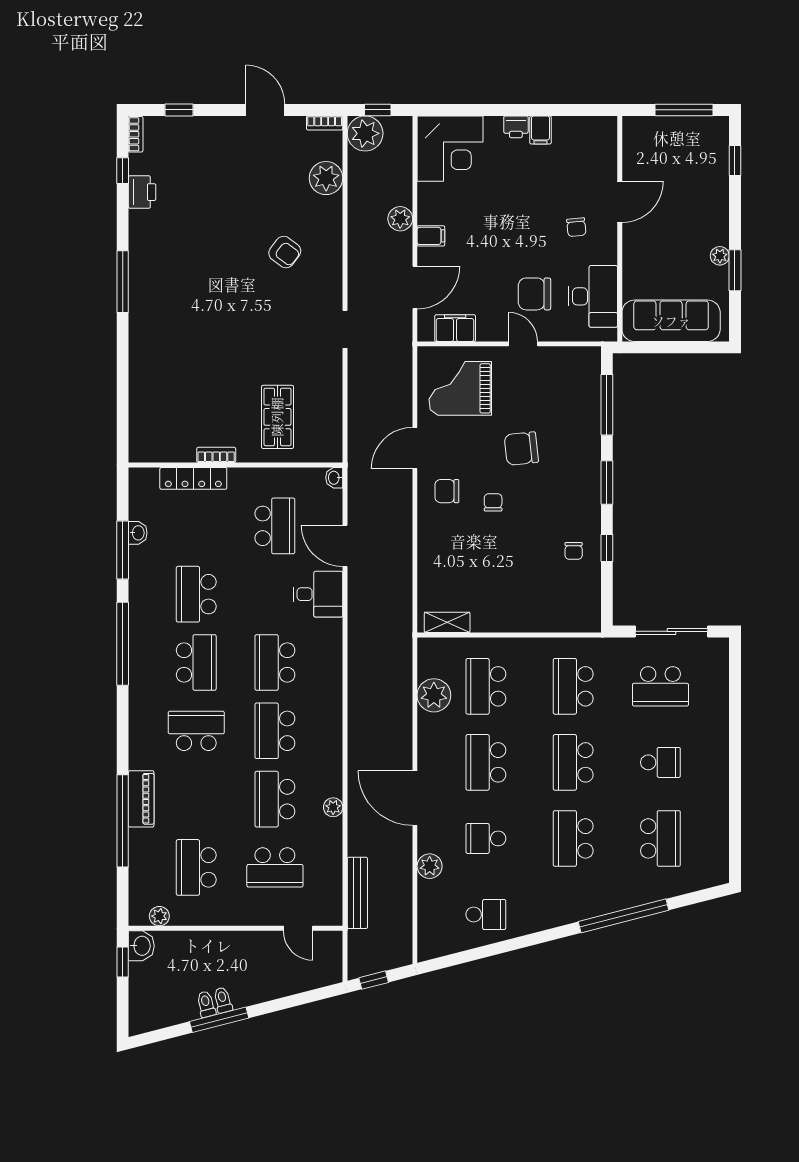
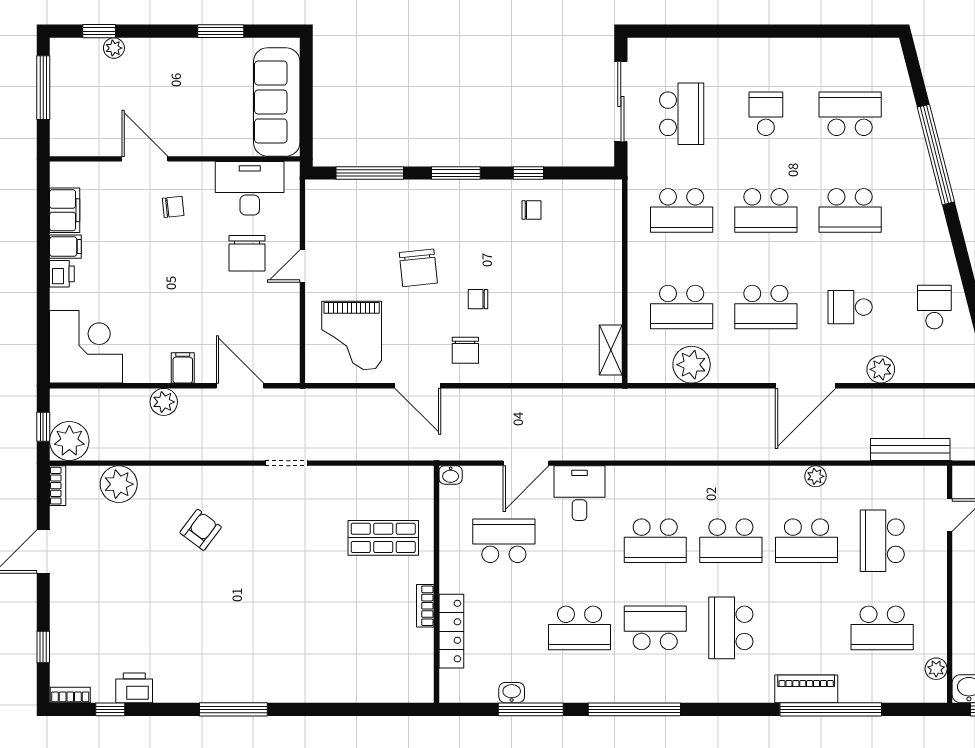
plant: (720, 256) -> (114, 48), moved
filing cabinet: (455, 328) -> (65, 210), moved, turned 180
school desk: (486, 838) -> (850, 307), turned 90
school desk: (275, 867) -> (882, 541), turned 180

